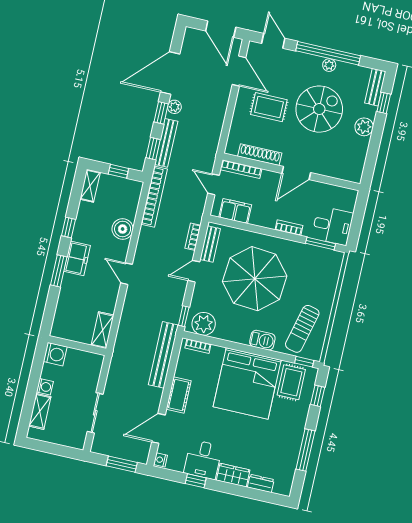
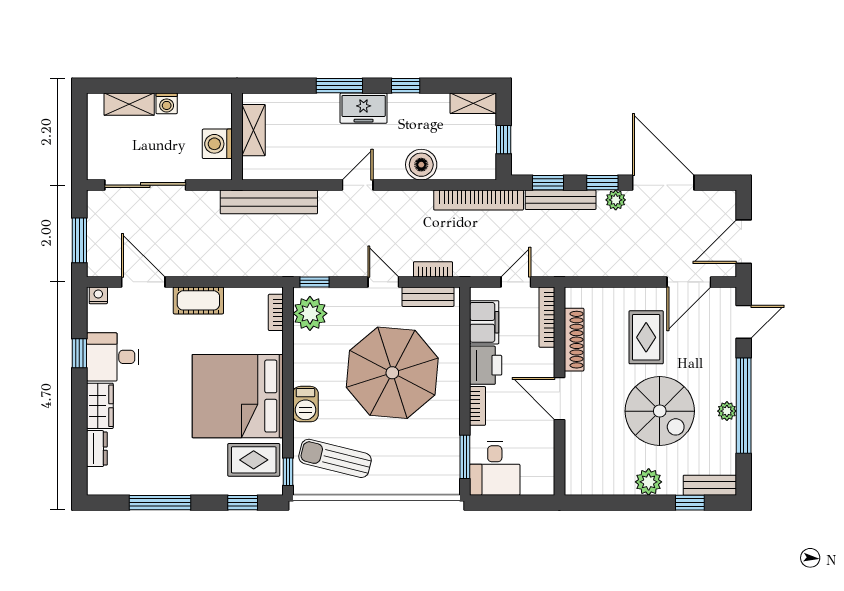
printer: (264, 216) -> (486, 365), added
shelving: (102, 330) -> (253, 130), moved, turned 90
washing machine: (55, 354) -> (217, 144), moved, turned 90
bench: (163, 355) -> (269, 202), moved
sliding door: (95, 413) -> (145, 185), width x1.37

